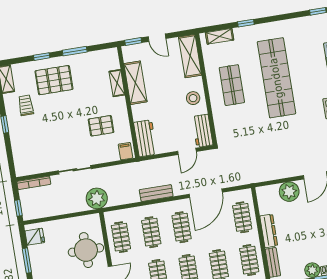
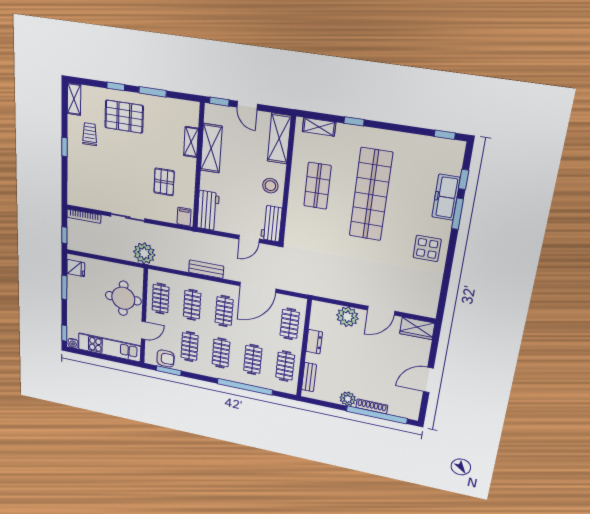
pallet: (101, 126) -> (164, 182), turned 90
dresser: (269, 231) -> (314, 342), width x0.70

